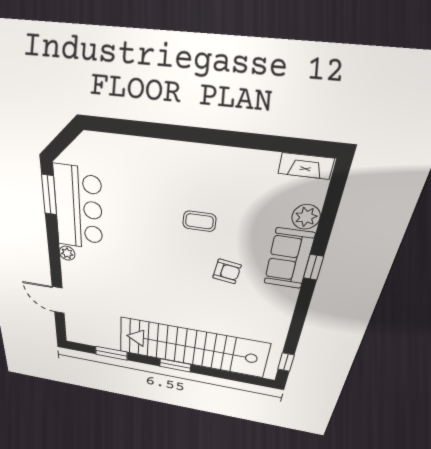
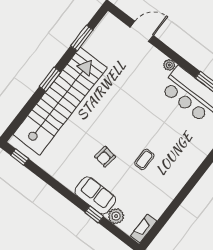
window: (313, 267) -> (94, 214), moved

